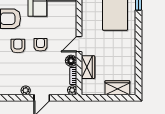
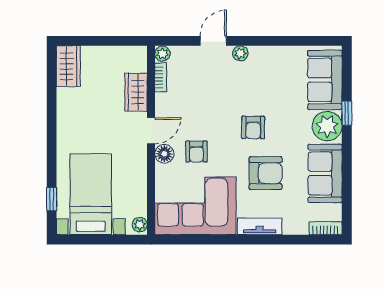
armchair: (40, 45) -> (196, 152), moved
floor lamp: (71, 61) -> (164, 154), moved
wardrobe: (117, 88) -> (68, 66), moved, turned -90

